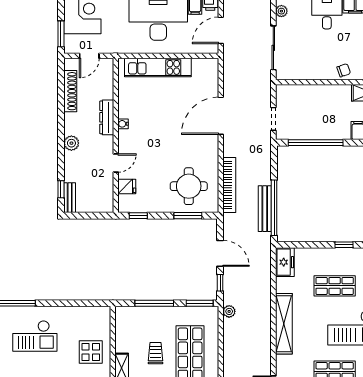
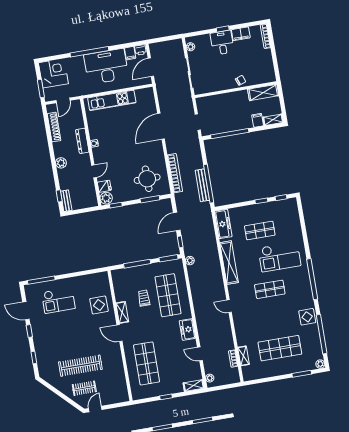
plant: (126, 204) -> (106, 198), added
door: (220, 253) -> (177, 221), swing flipped
freezer: (285, 262) -> (223, 224), width x1.40

